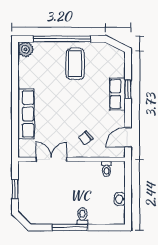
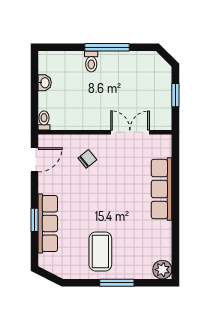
window: (62, 39) -> (117, 283), width x0.47
row of seats: (117, 94) -> (48, 223), width x1.48
double door: (51, 159) -> (130, 132), swing flipped
toilet: (106, 169) -> (44, 120), moved

